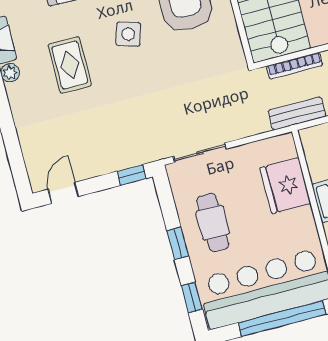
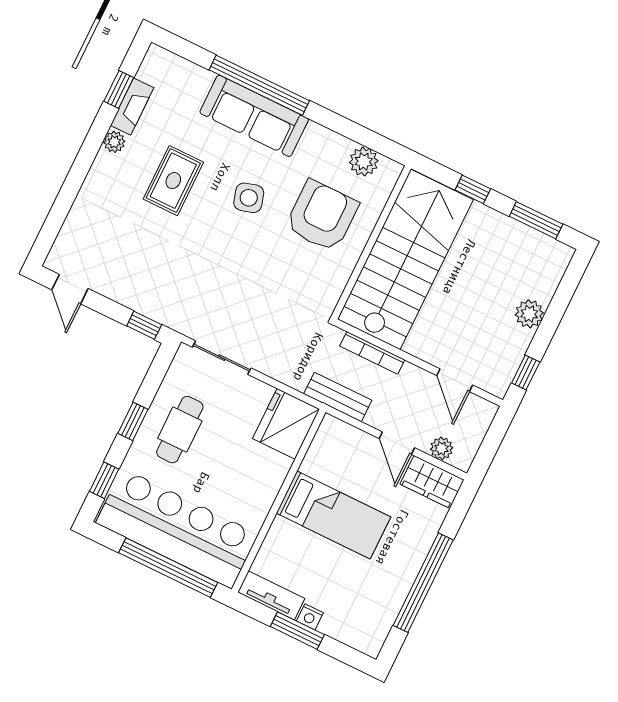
side table: (128, 34) -> (249, 198), turned -32
fridge: (285, 186) -> (286, 424), moved
door: (63, 193) -> (70, 289), swing flipped

